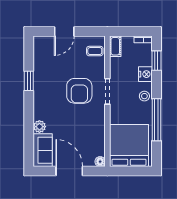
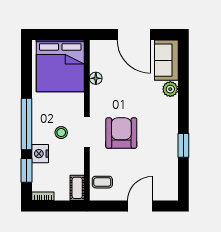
stool: (144, 96) -> (61, 133), moved
window: (156, 120) -> (27, 124), moved
floor lamp: (100, 162) -> (96, 78), moved

